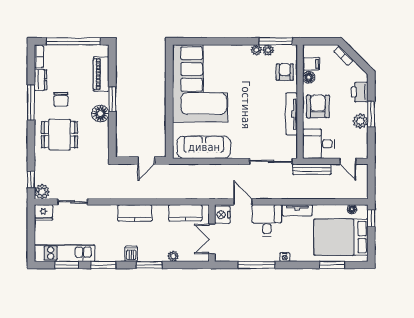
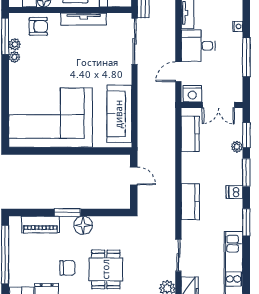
armchair: (285, 72) -> (38, 26), turned 180
kitchen counter: (135, 213) -> (190, 202), moved
window: (67, 265) -> (246, 135), moved

